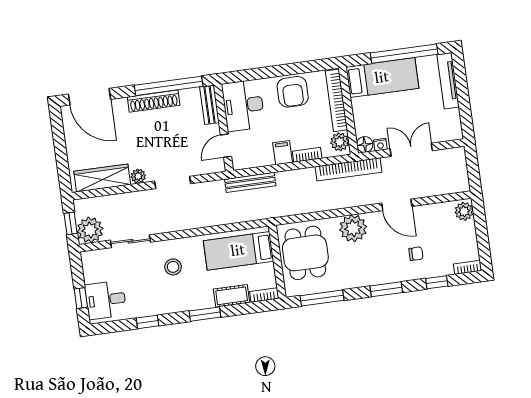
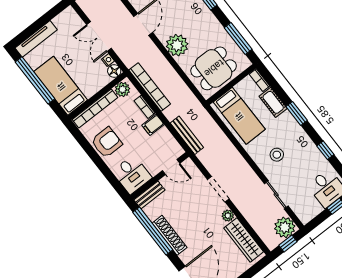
desk: (243, 105) -> (132, 174), width x0.73
bookcase: (349, 169) -> (150, 87), moved

